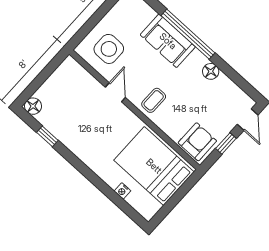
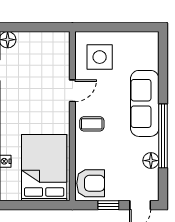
window: (188, 34) -> (163, 136), moved
sofa: (168, 41) -> (145, 103), width x1.36
floor lamp: (211, 71) -> (151, 161), moved

